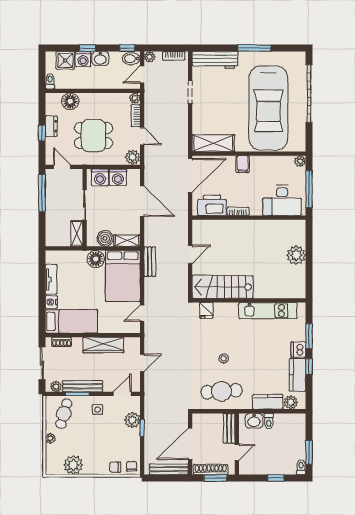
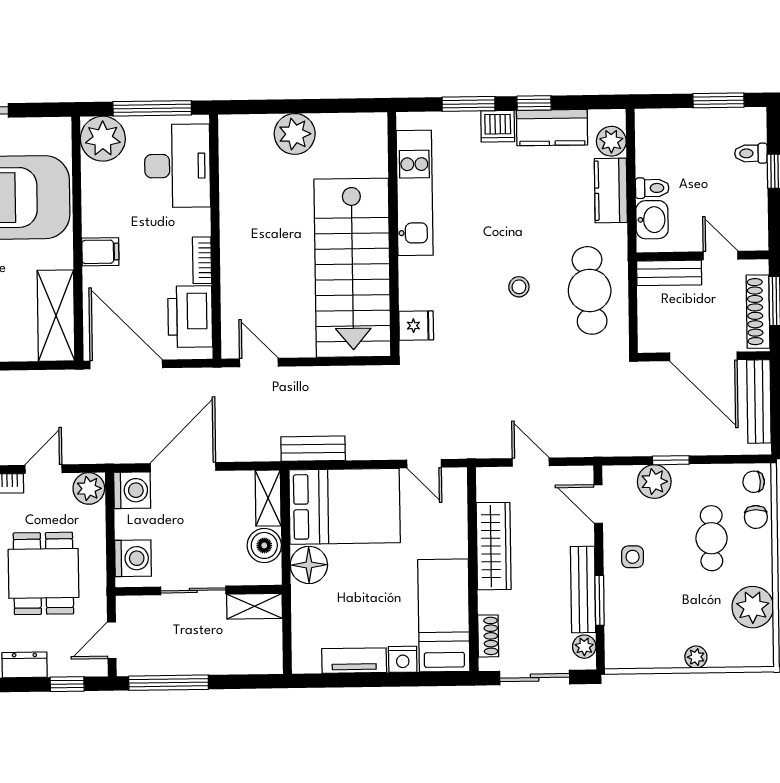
window: (42, 133) -> (67, 684), moved
plant: (300, 161) -> (103, 139), width x1.87, depth x1.87
washing machine: (118, 177) -> (132, 490), moved
door: (190, 254) -> (259, 363), moved
stairs: (223, 287) -> (352, 268), width x1.36, depth x1.51
cafe table: (64, 414) -> (712, 538), moved, turned 74
toilet: (301, 467) -> (751, 153), moved

